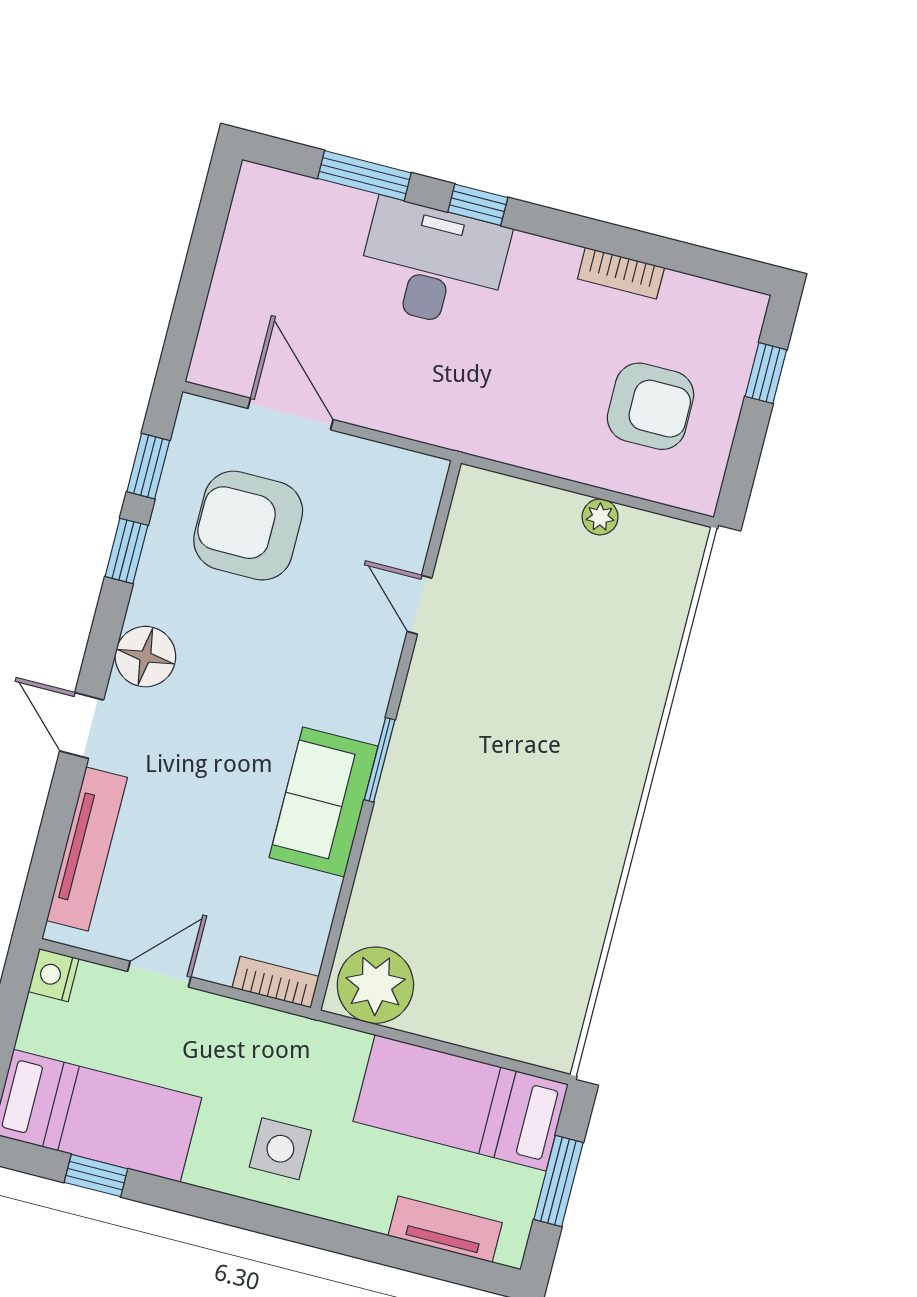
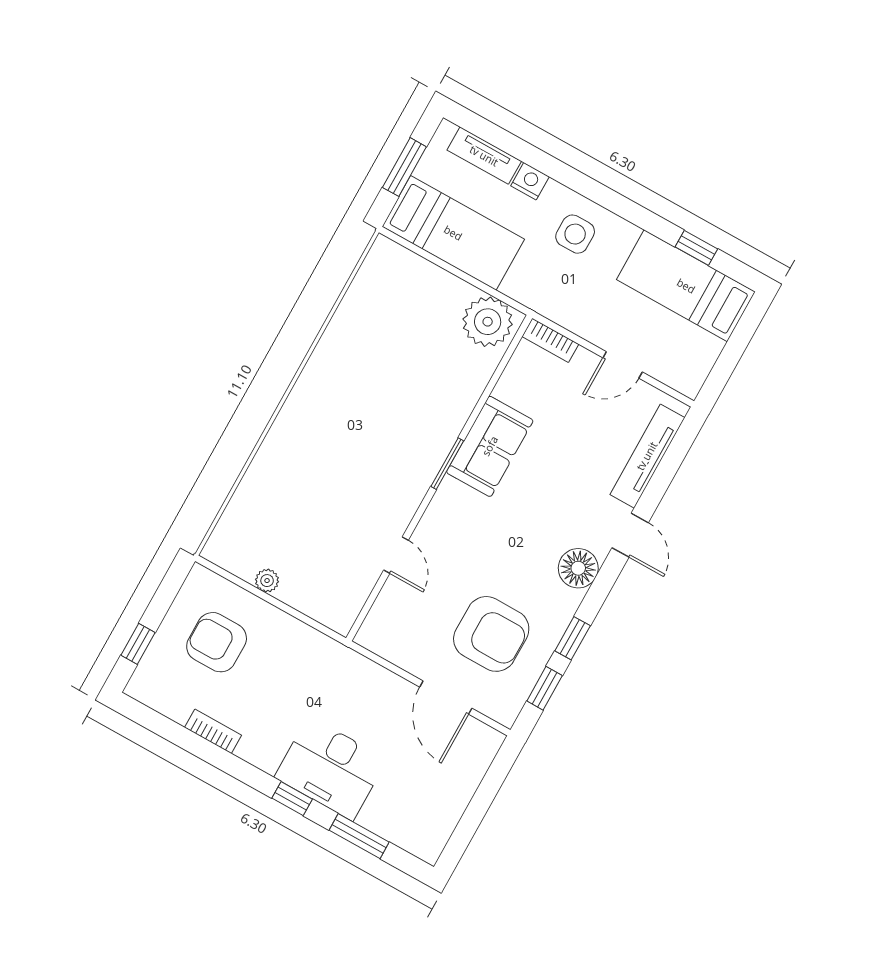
nightstand: (54, 975) -> (530, 181), moved, turned -90

